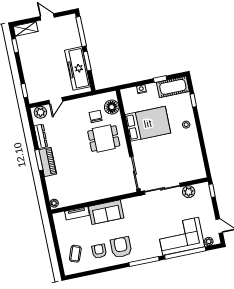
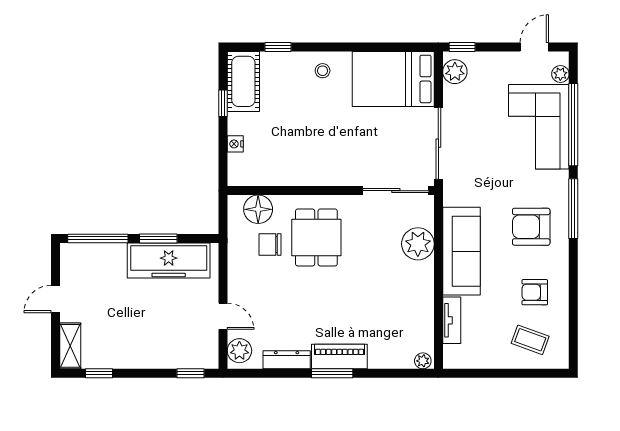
bed: (148, 124) -> (393, 79), moved, turned -90
plant: (111, 189) -> (418, 244), added
plant: (189, 192) -> (455, 72), moved
sofa: (106, 212) -> (461, 251), width x1.36
armchair: (121, 247) -> (531, 227), moved

